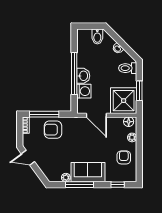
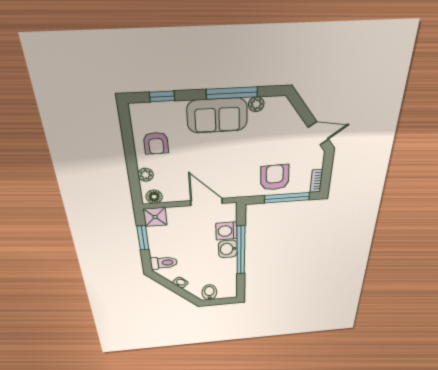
shower: (124, 101) -> (155, 217), width x0.54, depth x0.54
armchair: (53, 130) -> (275, 178), turned -92

